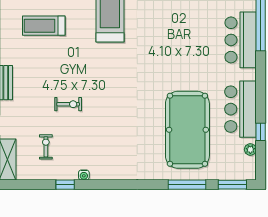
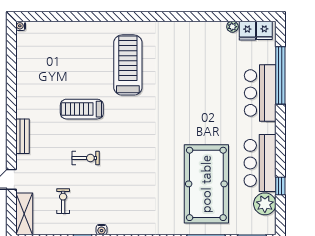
treadmill: (44, 26) -> (82, 109), moved
plant: (250, 150) -> (265, 204), width x1.88, depth x1.88

